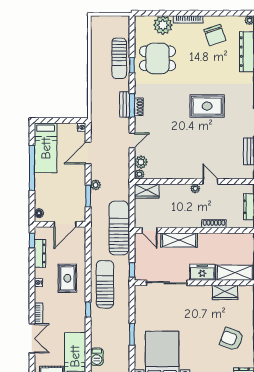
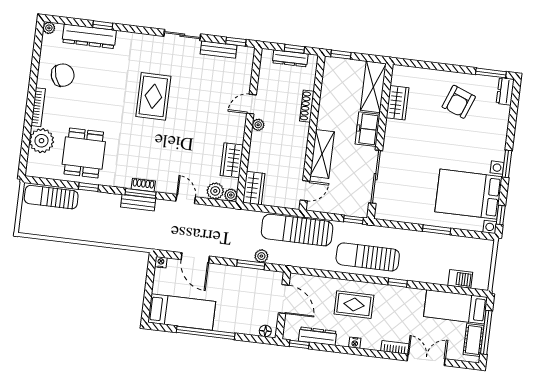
sun lounger: (119, 58) -> (51, 197), moved, turned 180
wardrobe: (166, 172) -> (232, 160), added
plant: (96, 185) -> (261, 256), moved

